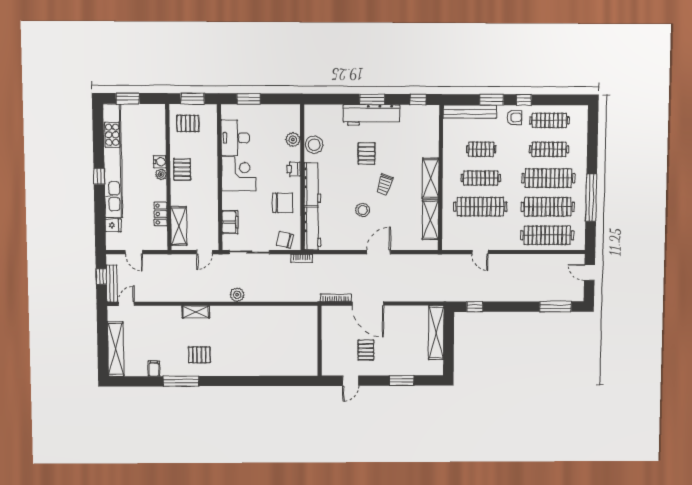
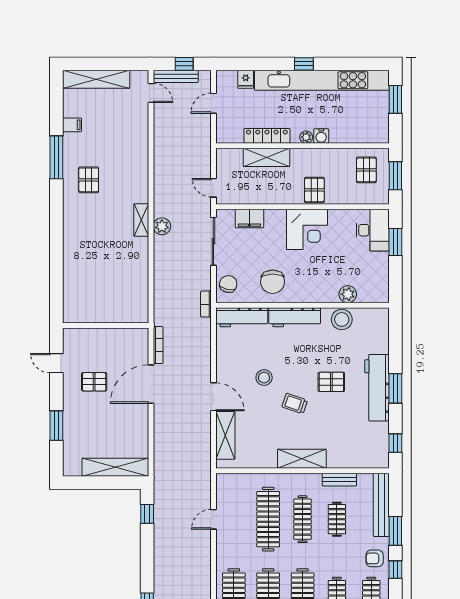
armchair: (514, 117) -> (375, 558), turned 90
desk: (235, 138) -> (373, 230), moved, turned 90
bench: (448, 147) -> (339, 480), added
pallet: (182, 169) -> (314, 190), moved, turned 90
printer: (294, 169) -> (313, 295), removed
locker: (161, 214) -> (267, 136), width x1.53
shelving: (430, 220) -> (225, 435), moved, turned 90
shelving: (179, 226) -> (266, 157), moved
shelving: (196, 312) -> (141, 220), moved

